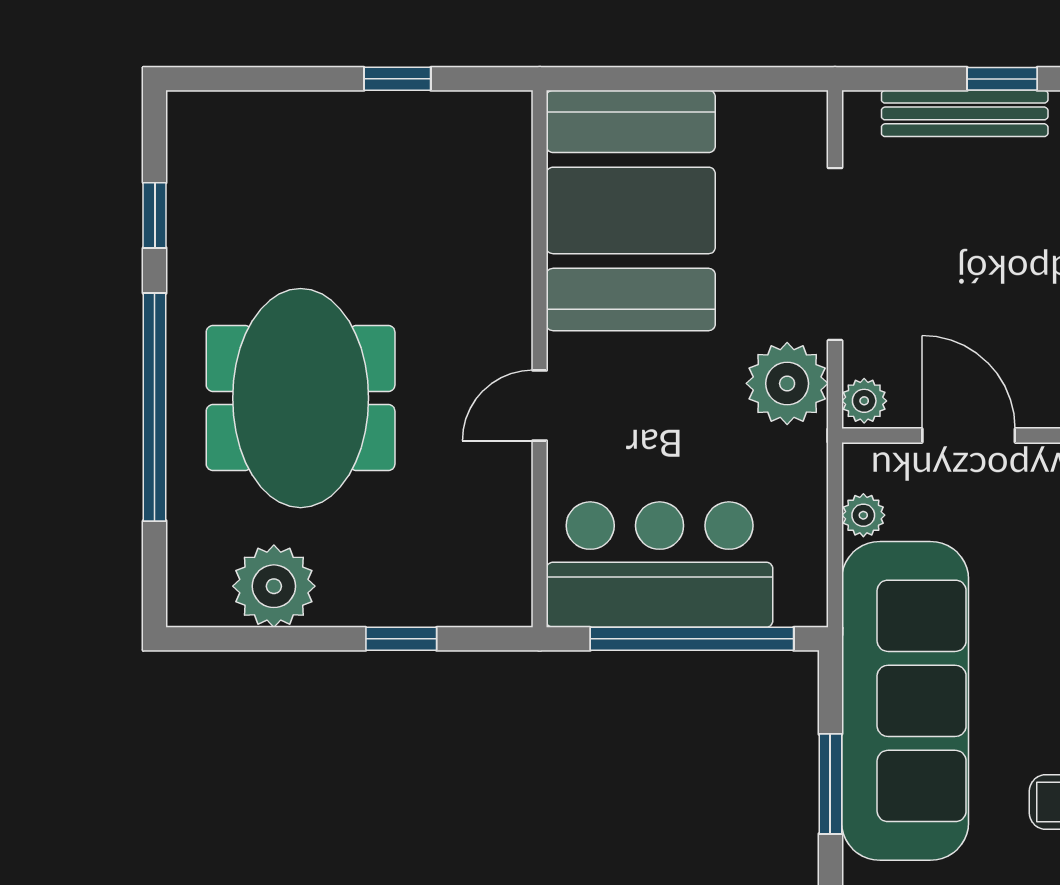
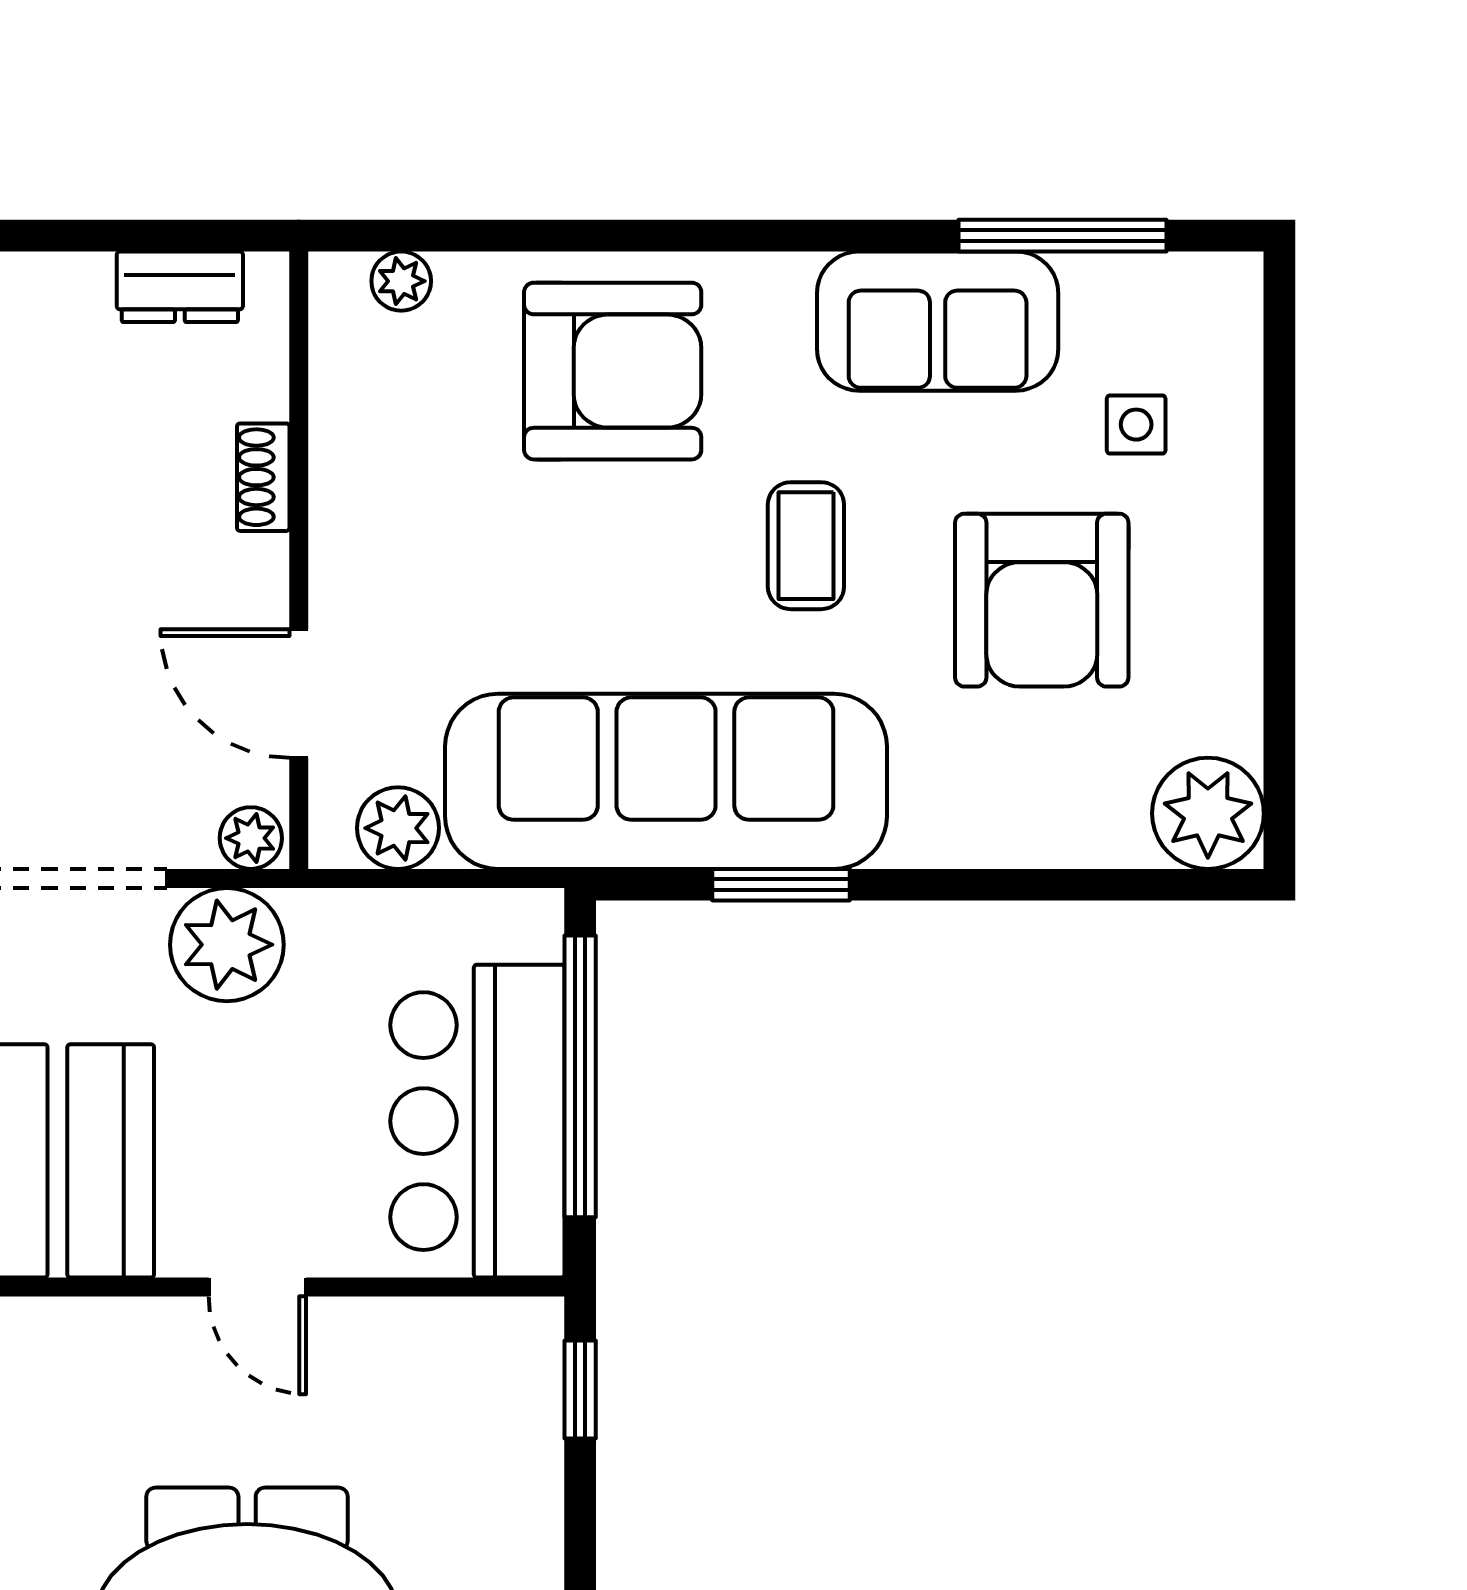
door: (969, 435) -> (299, 693), hinge flipped
plant: (863, 515) -> (398, 828), width x1.38, depth x1.38
window: (401, 639) -> (580, 1389), moved

